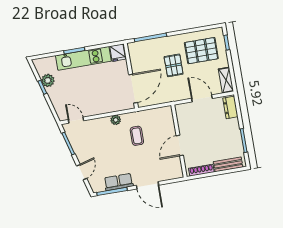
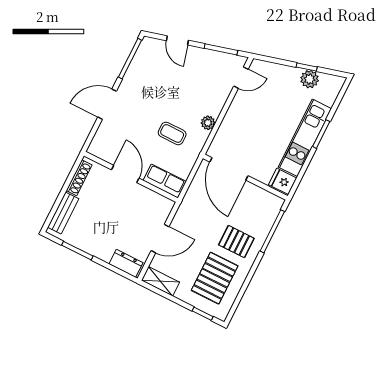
pallet: (174, 65) -> (236, 242), moved
row of seats: (119, 182) -> (165, 181), moved, turned -90

